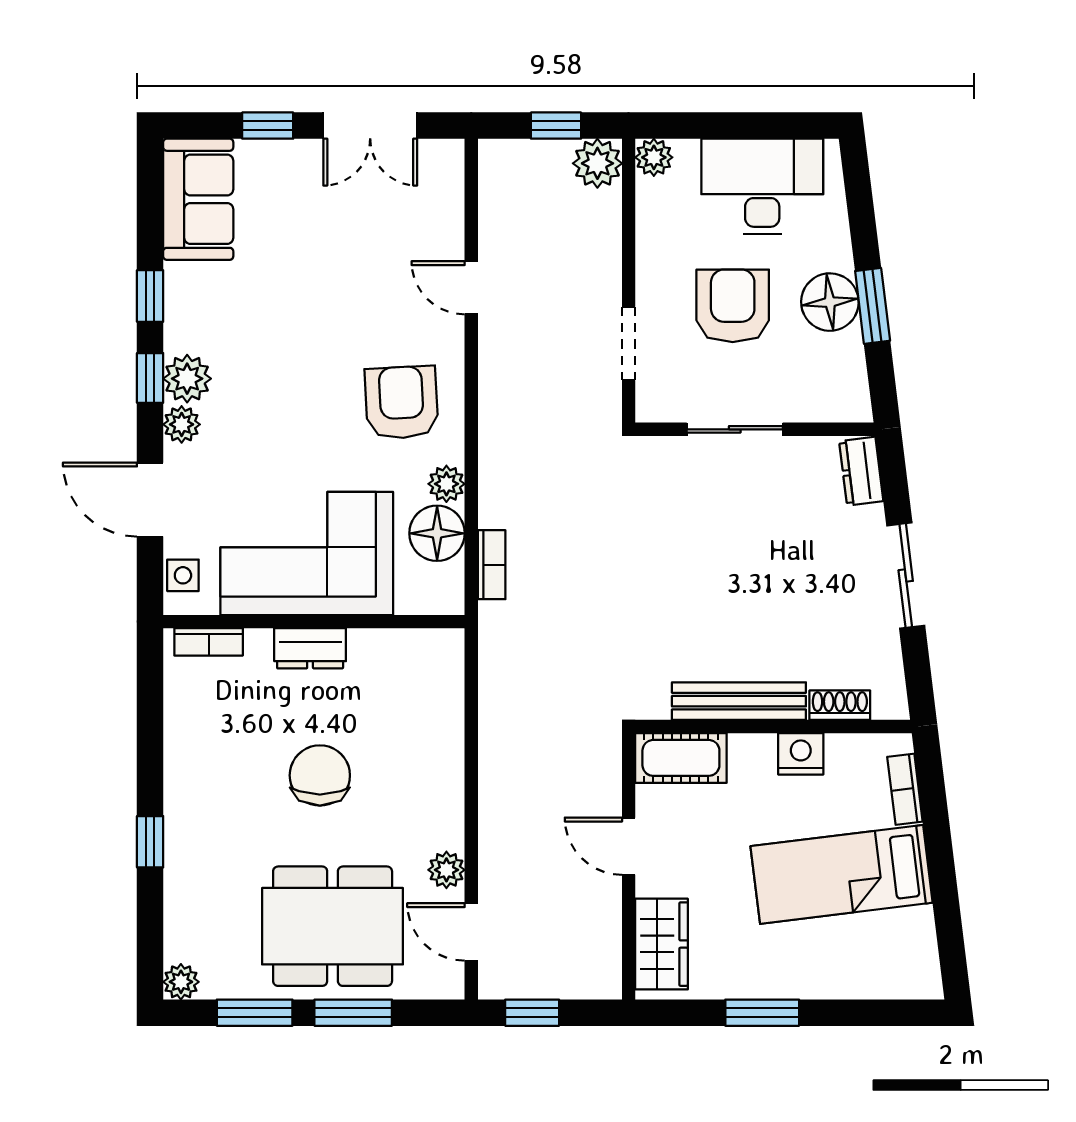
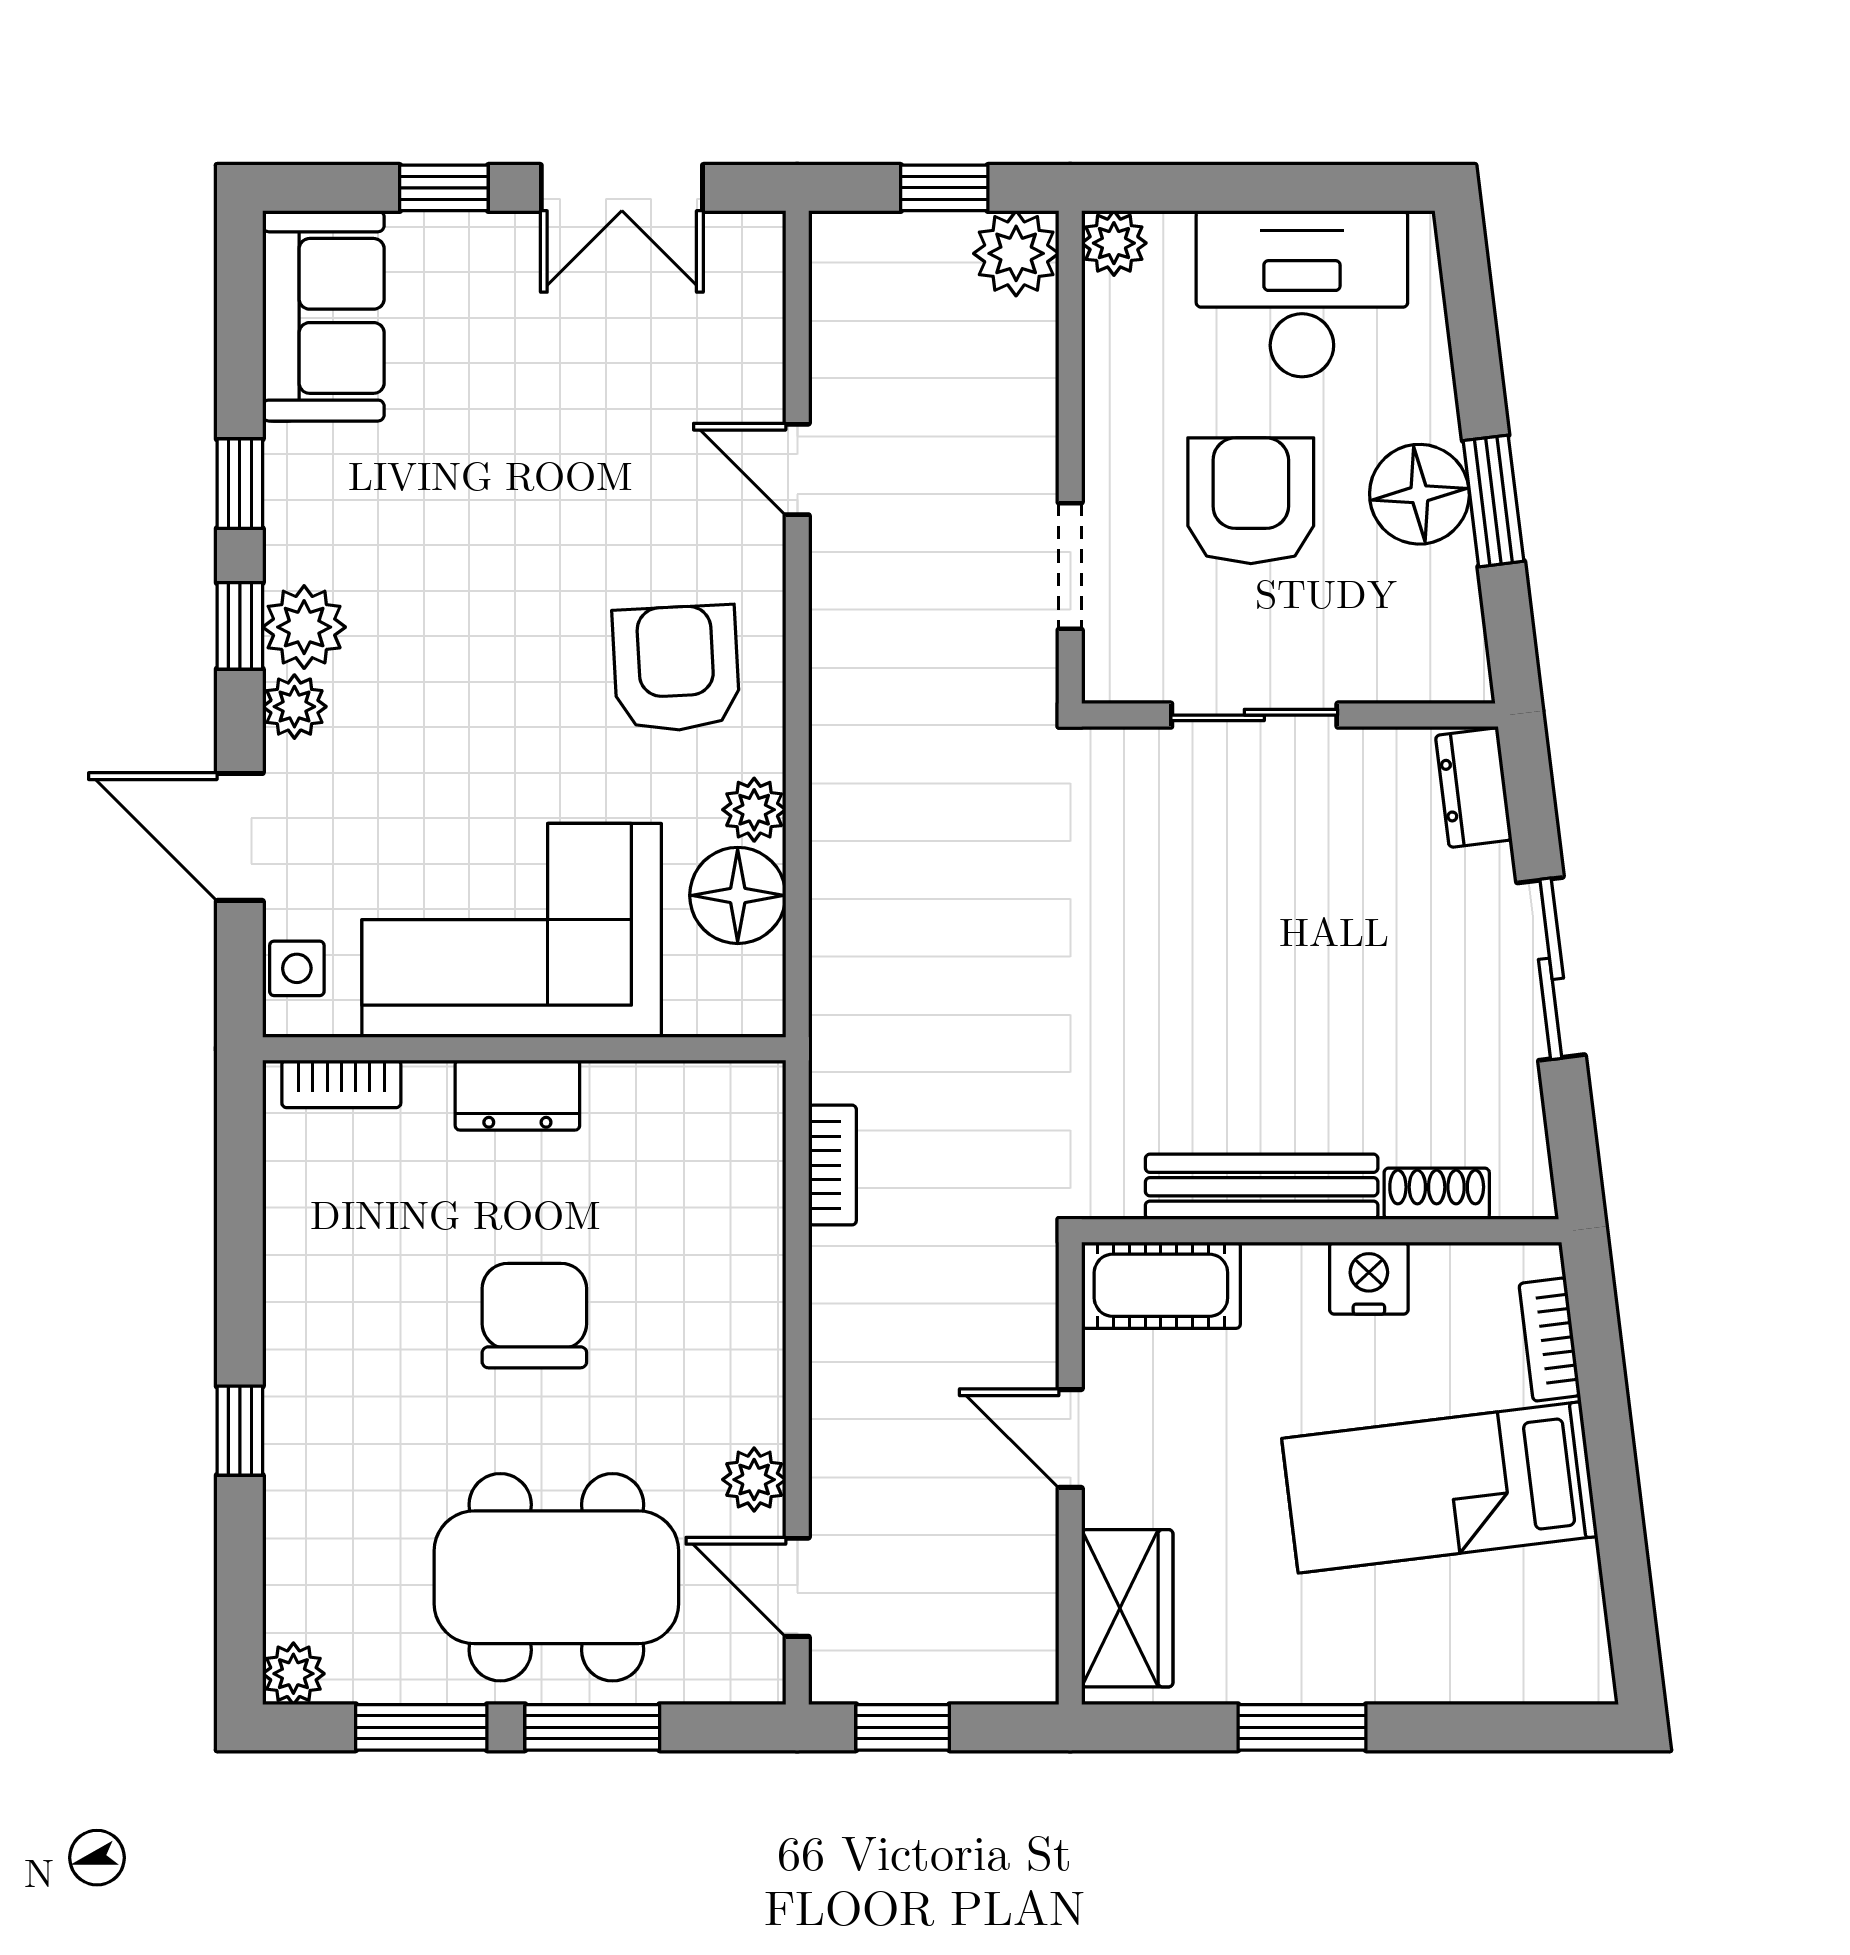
bookcase: (492, 565) -> (832, 1165), moved

